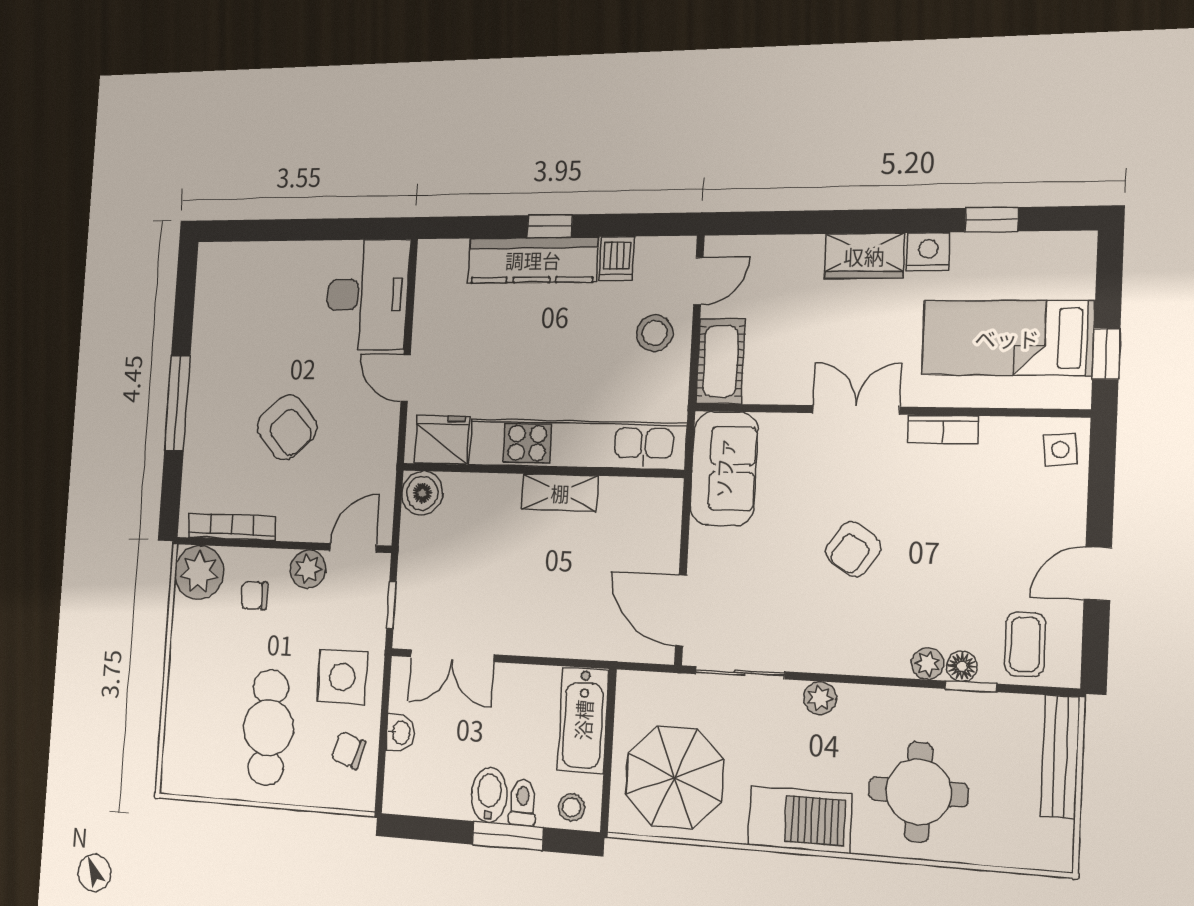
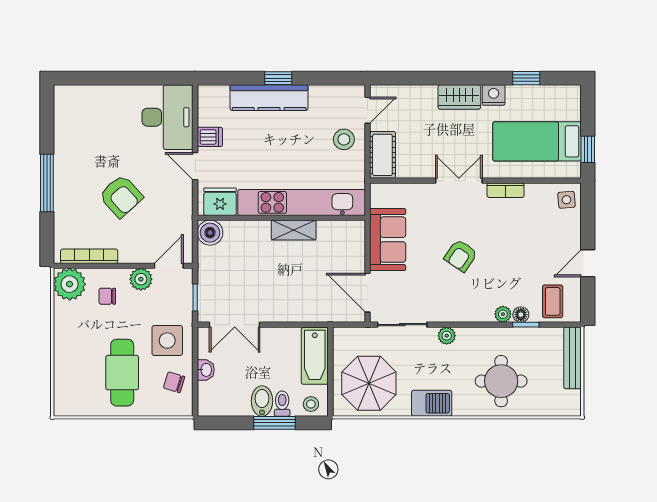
dishwasher: (617, 259) -> (210, 137), moved, turned -90
sofa: (724, 468) -> (388, 240), moved
barbecue: (800, 819) -> (432, 403), width x0.73, depth x0.83

